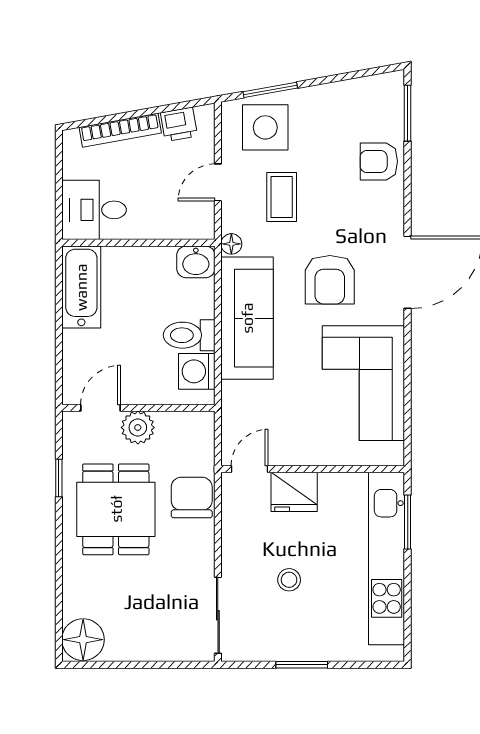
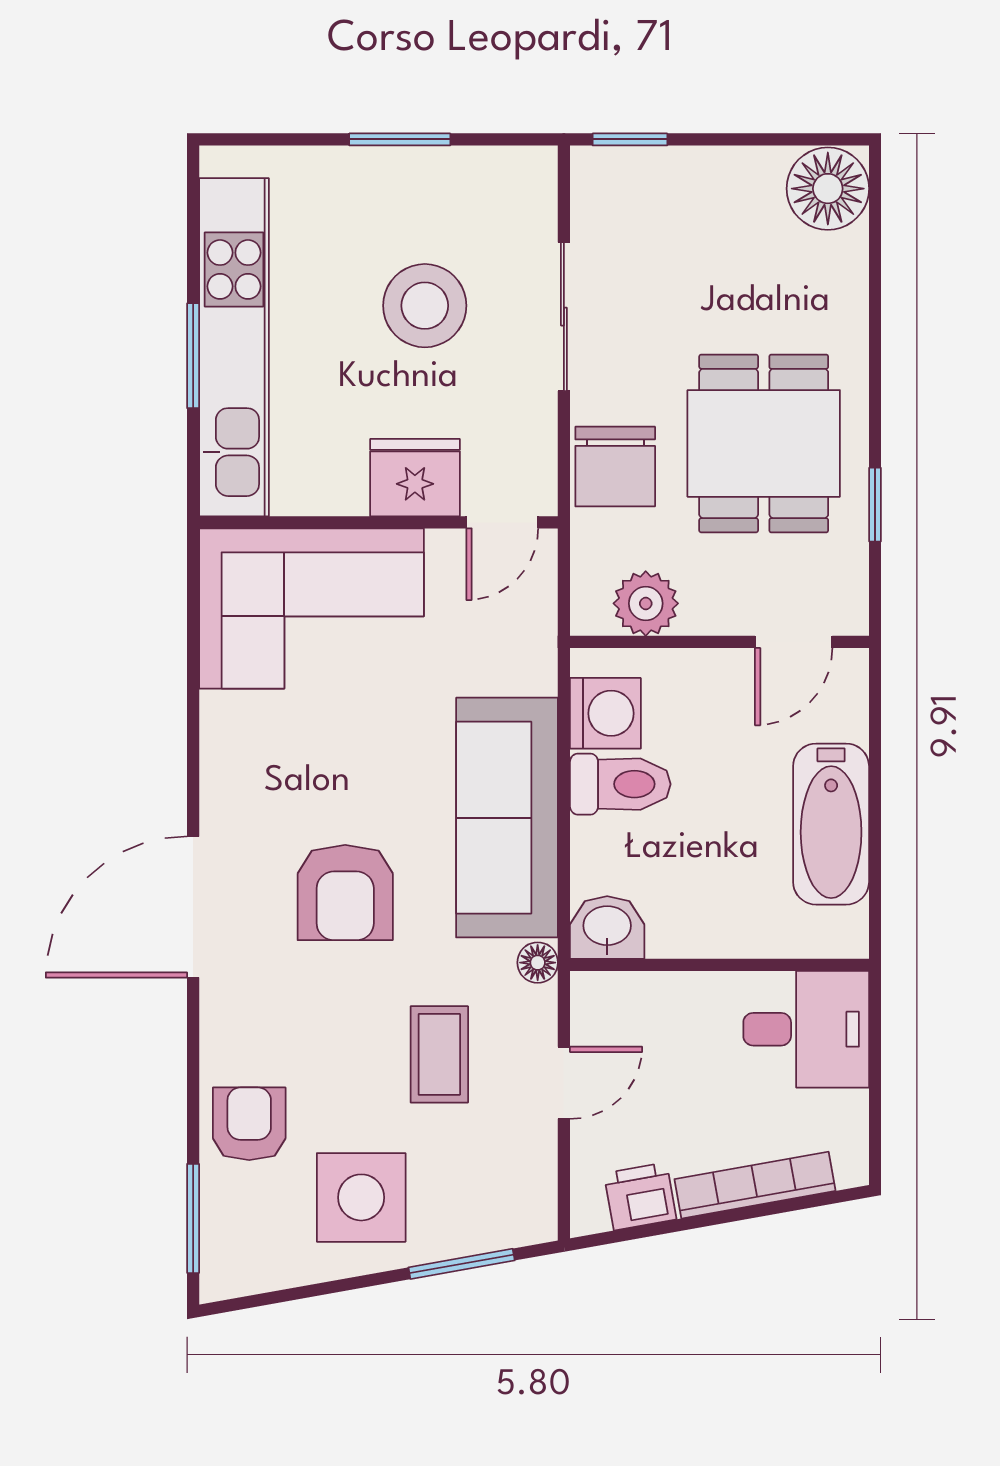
side table: (265, 127) -> (361, 1197), moved
armchair: (379, 161) -> (249, 1124), turned -90
armchair: (330, 280) -> (345, 892), turned 180
bathtub: (81, 287) -> (831, 824), moved
corner sofa: (363, 383) -> (311, 608), moved, turned 90
plant: (138, 428) -> (646, 603), moved
window: (408, 522) -> (193, 356), moved
stool: (289, 580) -> (425, 306), width x1.89, depth x1.89
sliding door: (218, 615) -> (564, 317), moved
window: (184, 665) -> (630, 139), added

